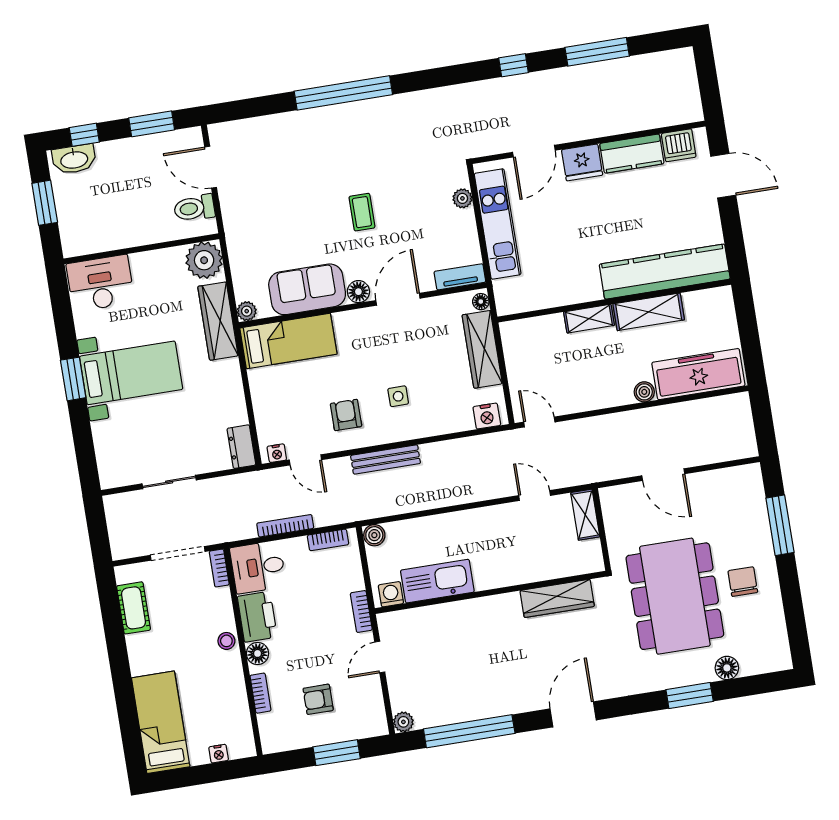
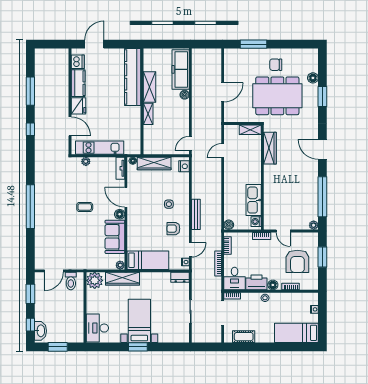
bed: (288, 341) -> (148, 260), moved, turned 90
shelving: (585, 515) -> (250, 130), moved
armchair: (318, 699) -> (297, 261), width x1.88, depth x1.88

